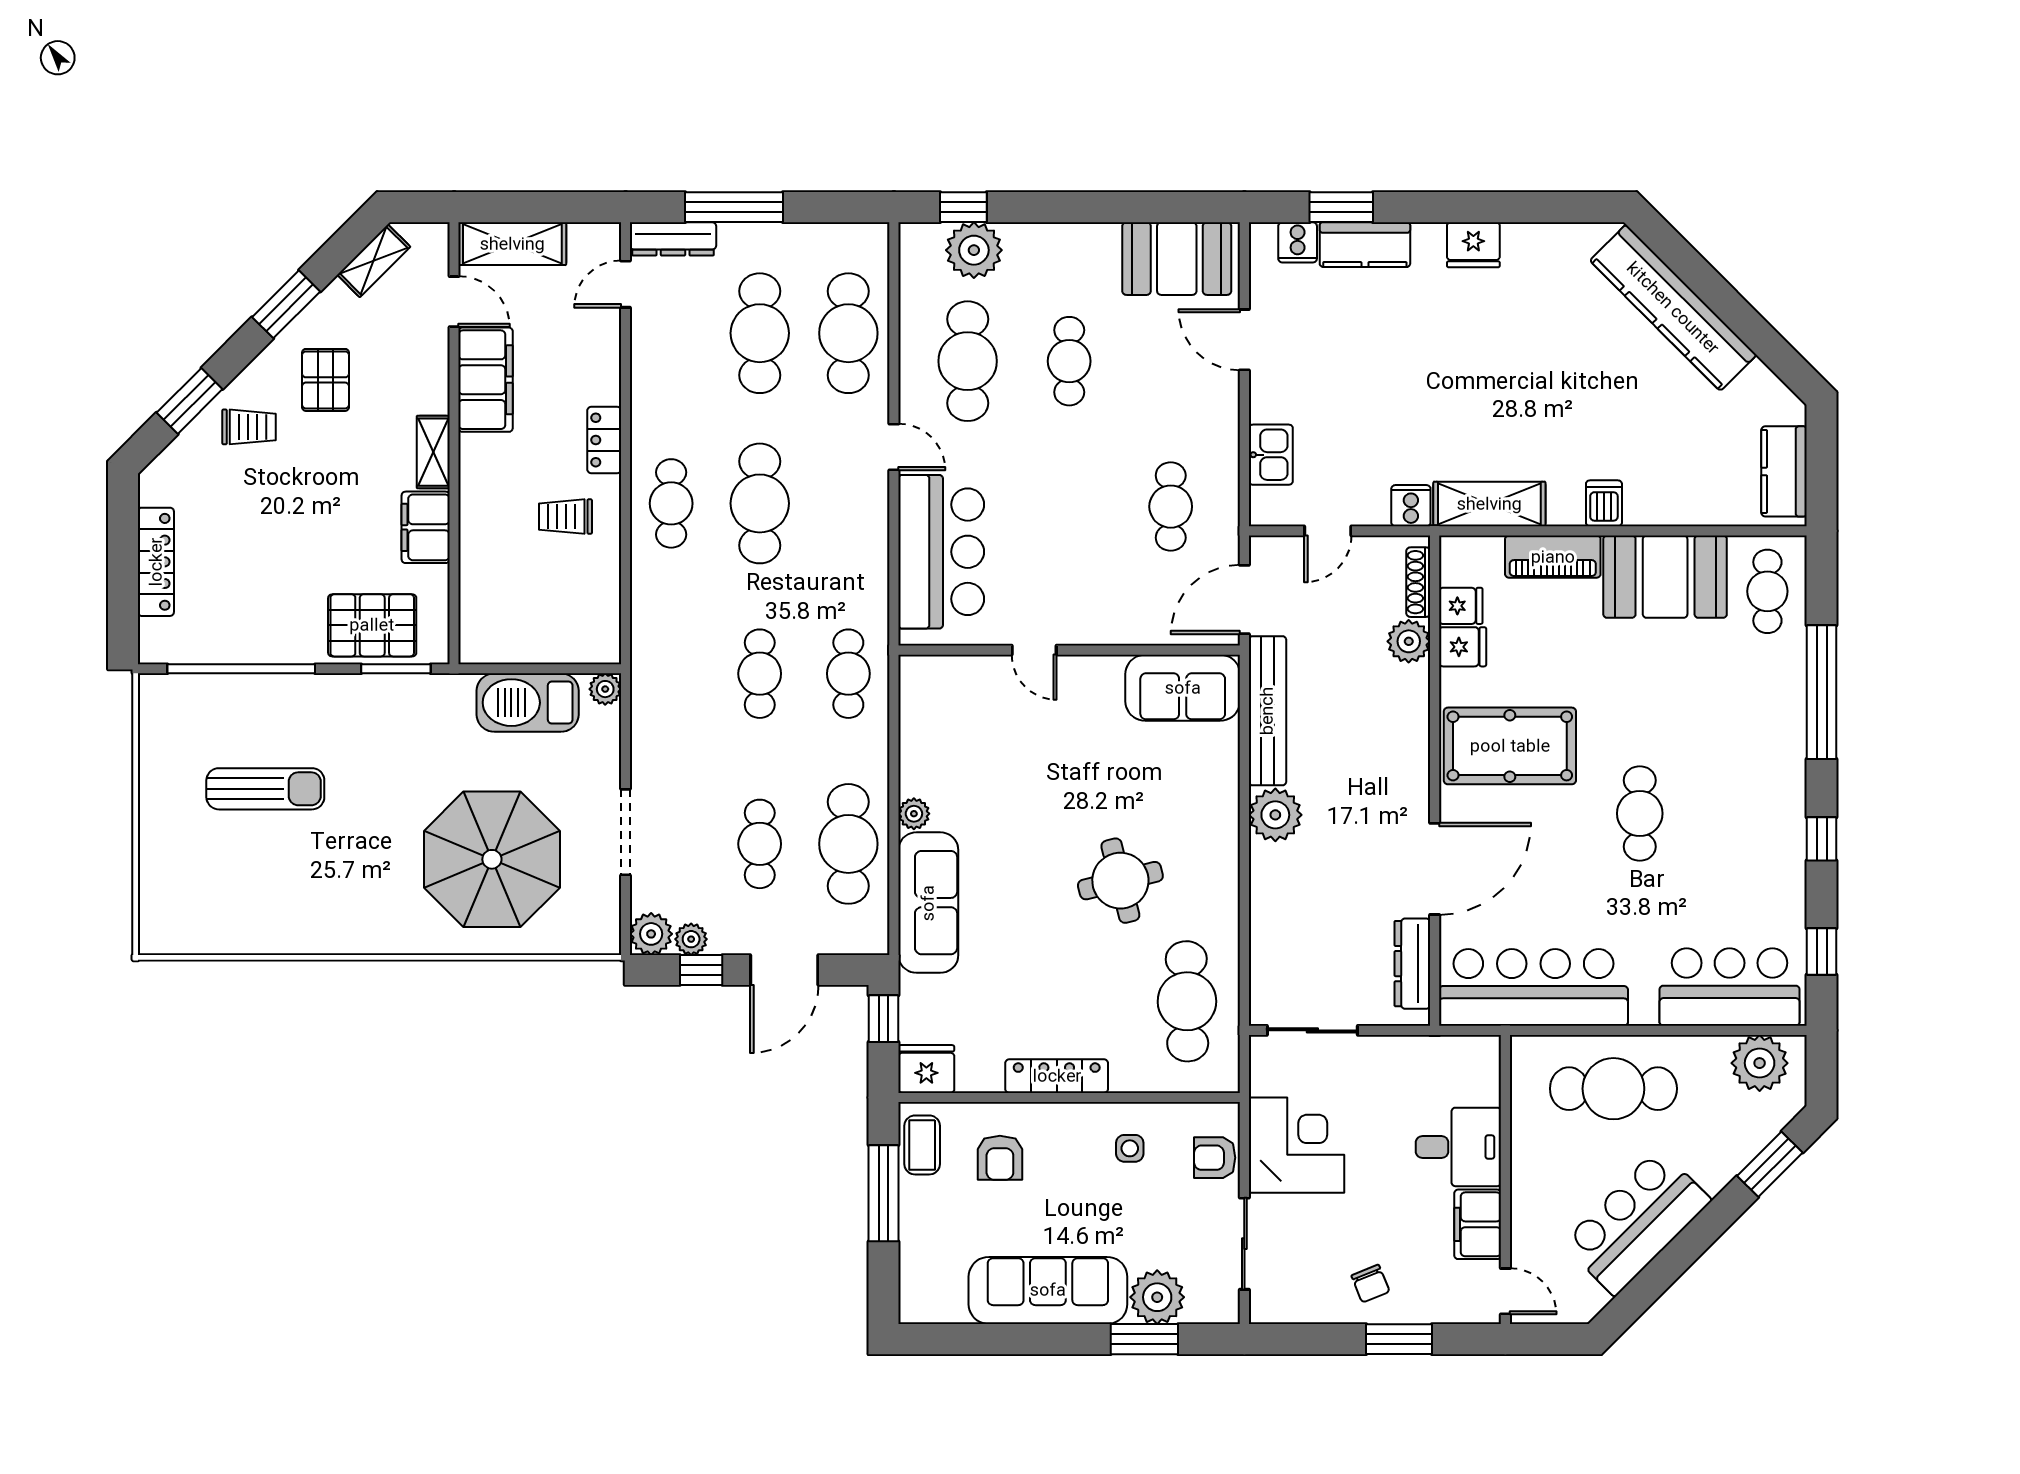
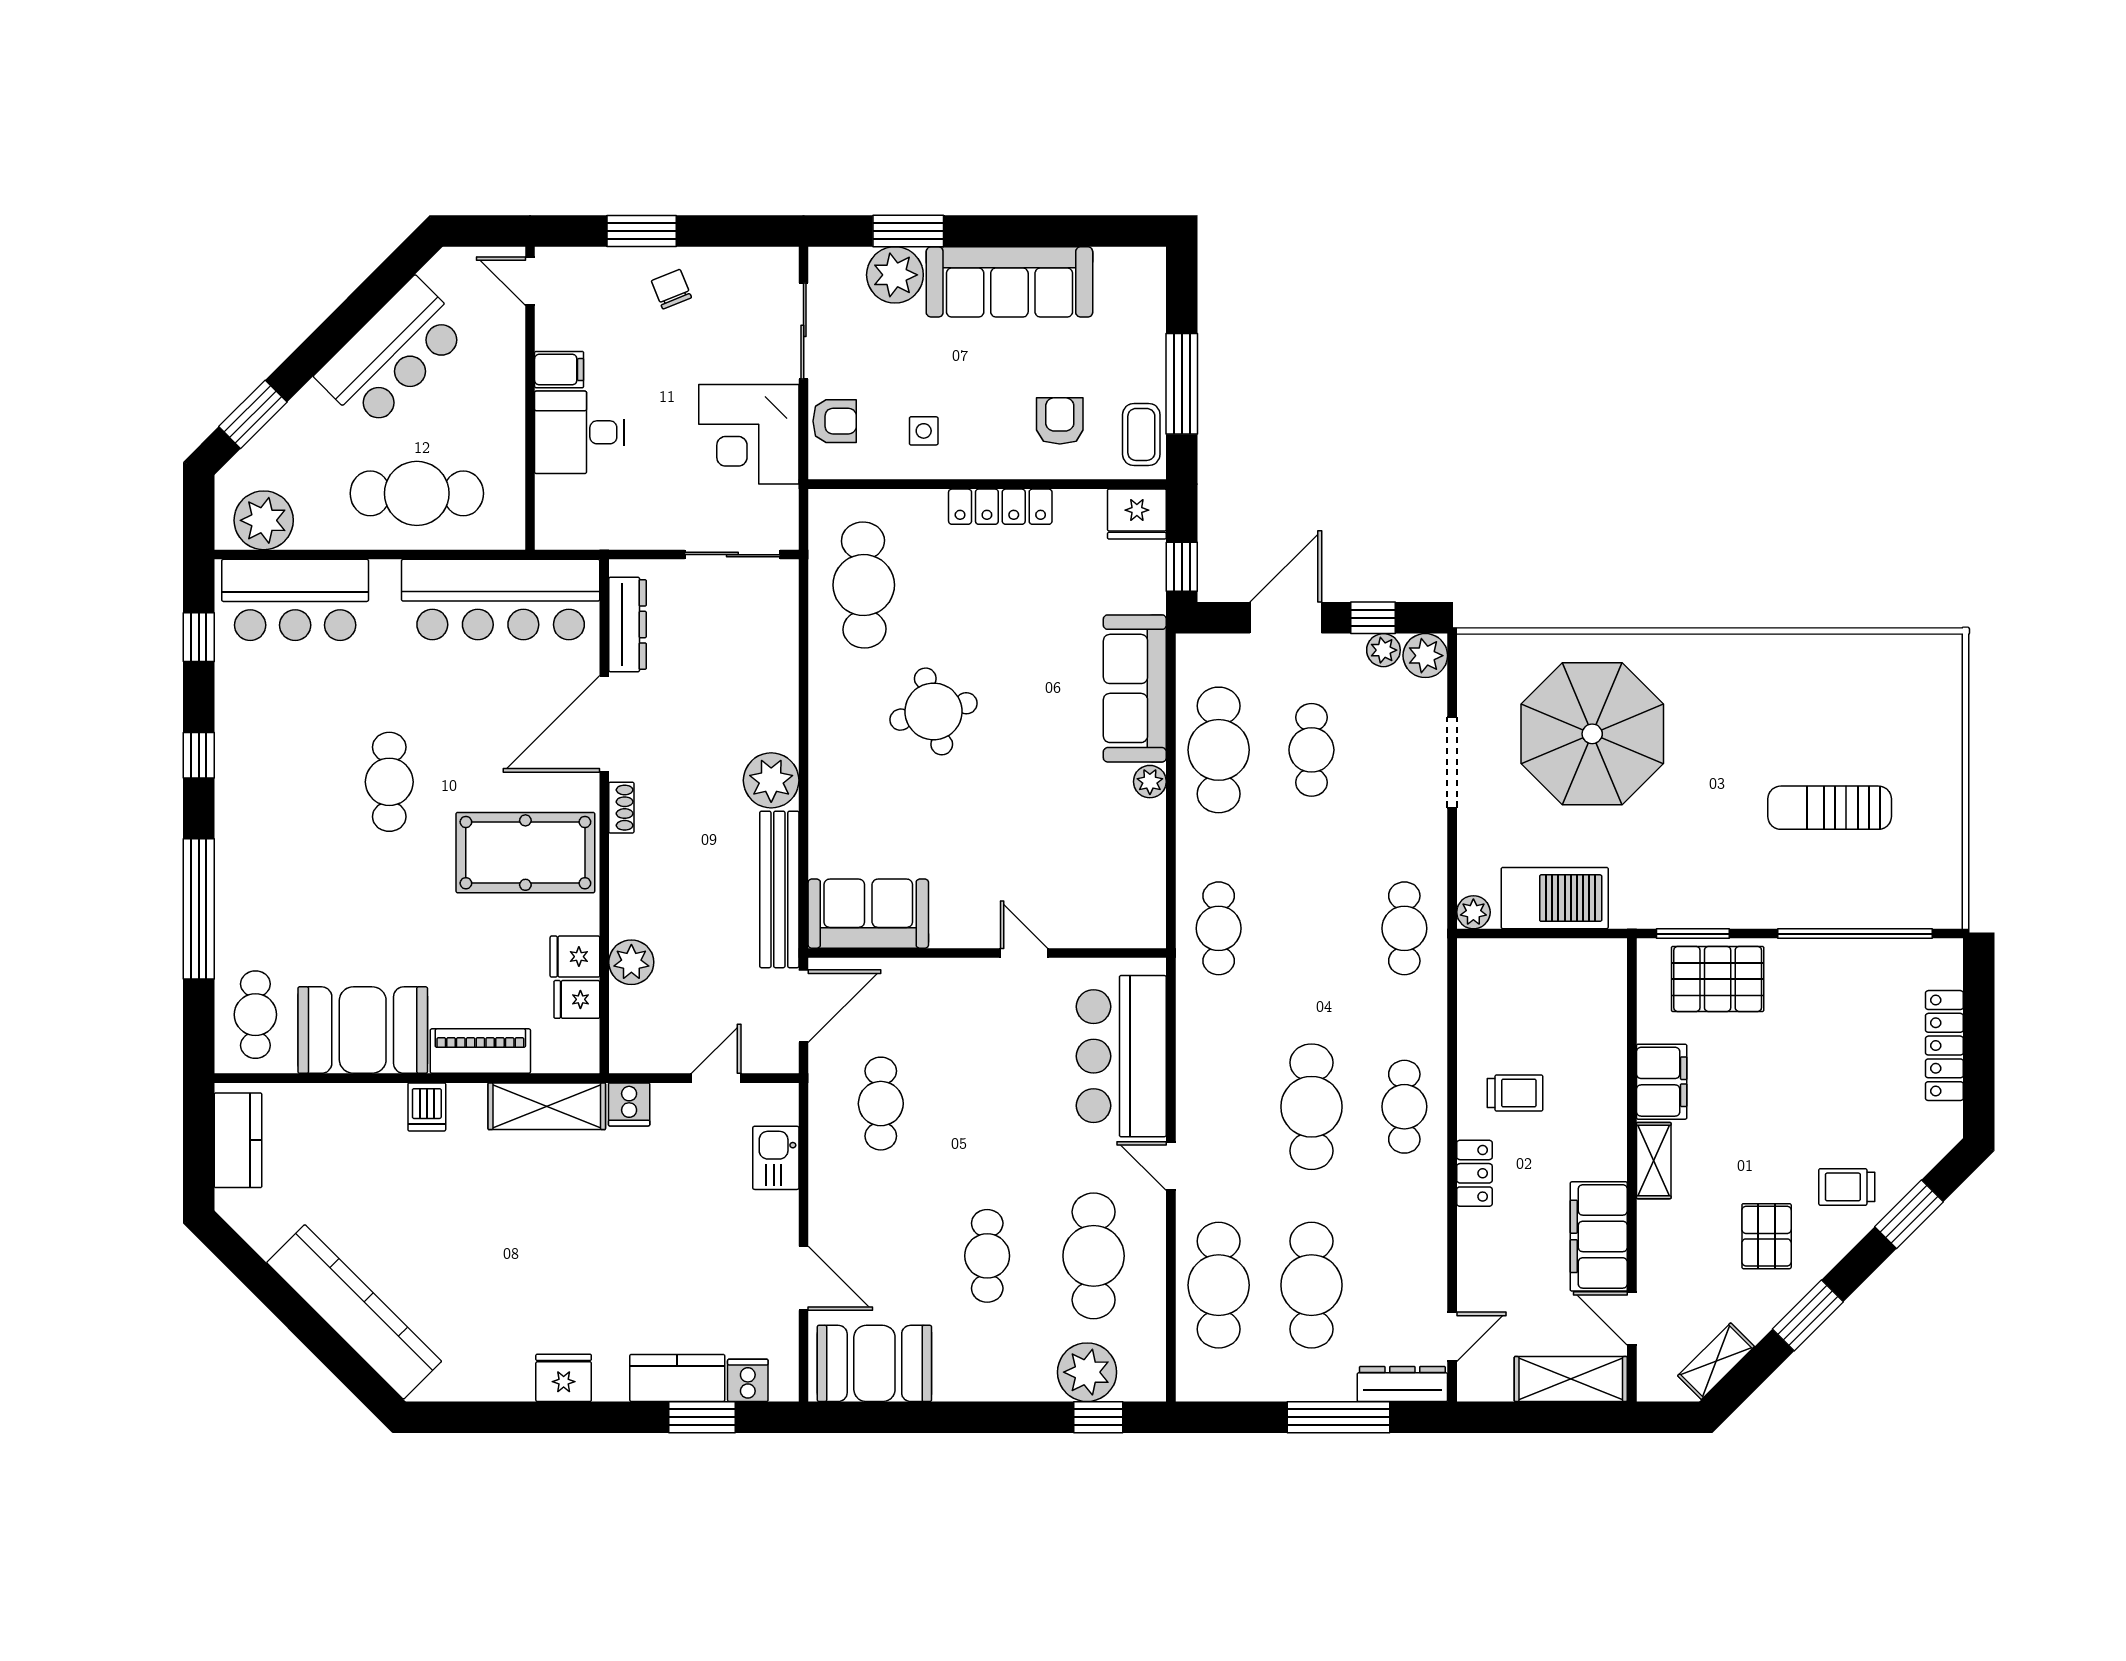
shoe rack: (1418, 582) -> (621, 808), moved, width x0.70
cafe table: (760, 674) -> (1404, 928), moved
filing cabinet: (1478, 1224) -> (559, 370), width x0.50

